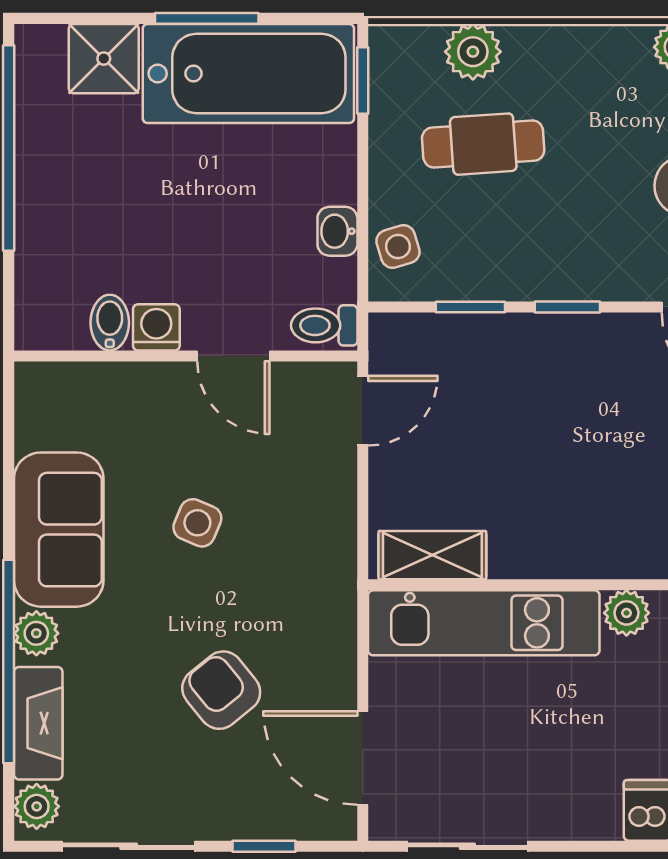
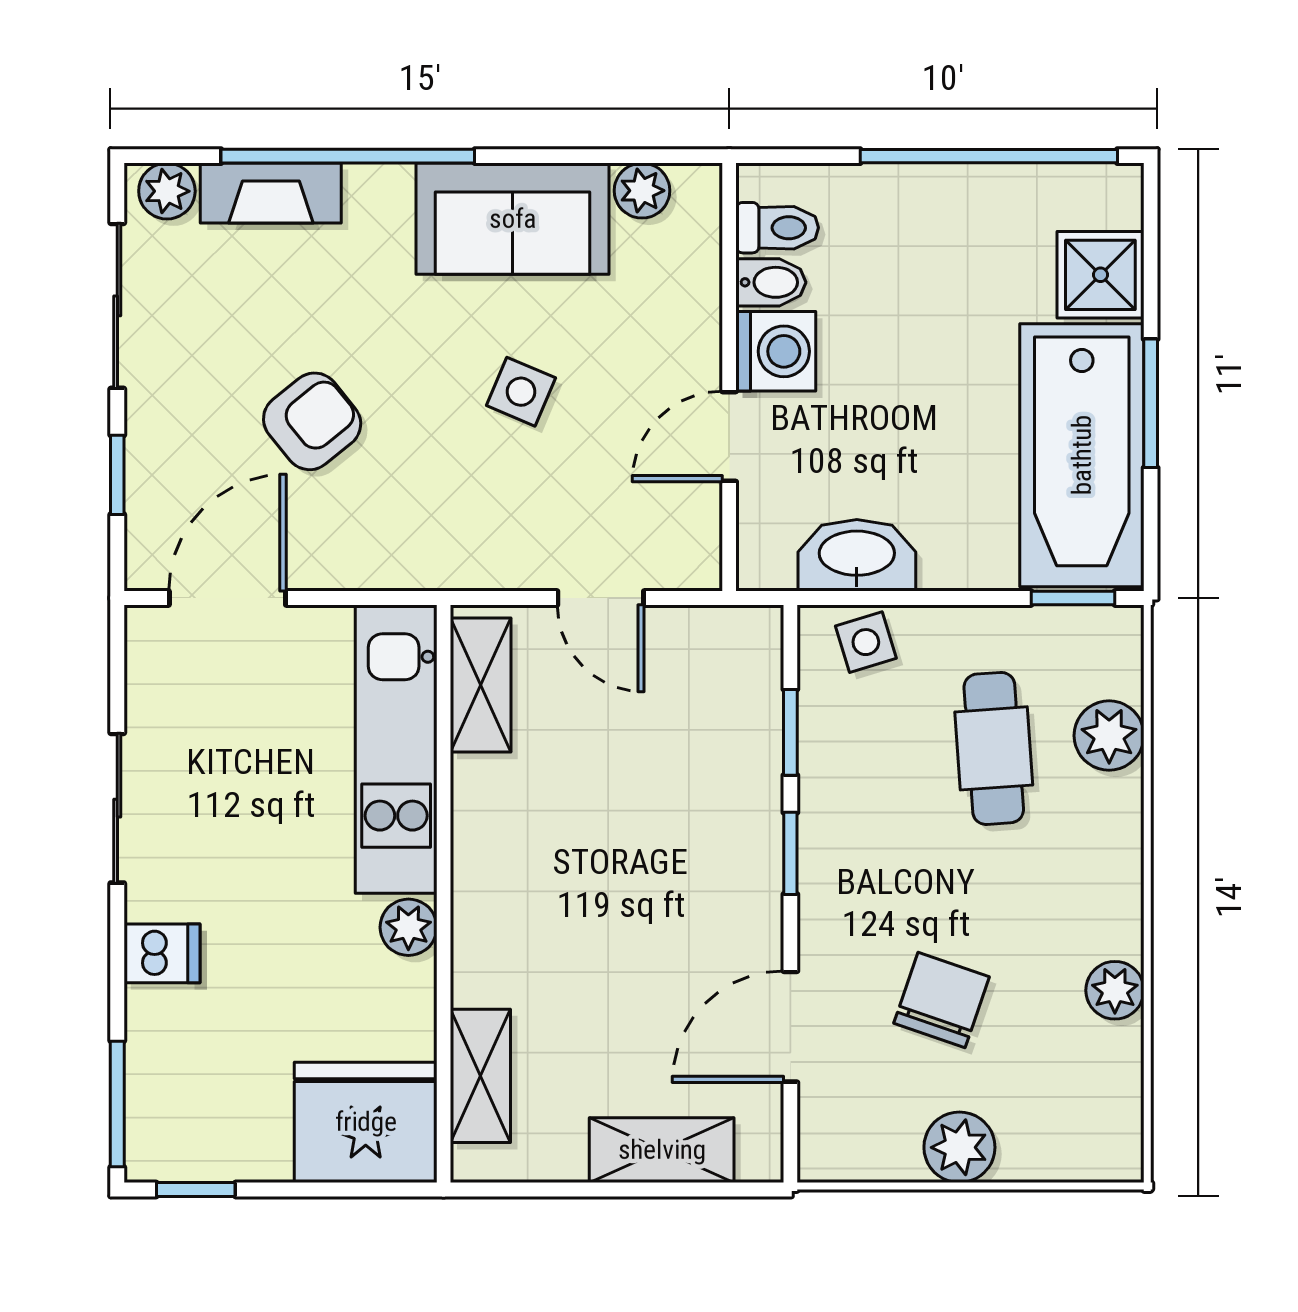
washbasin: (337, 231) -> (857, 555), width x1.91, depth x1.45
toilet: (324, 325) -> (777, 228), moved, turned 90
washing machine: (156, 327) -> (776, 351), width x1.38, depth x1.38
door: (363, 411) -> (601, 598), moved
plant: (36, 633) -> (642, 191), moved
sliding door: (467, 846) -> (117, 808), moved

